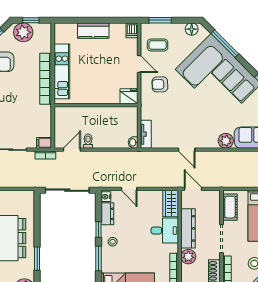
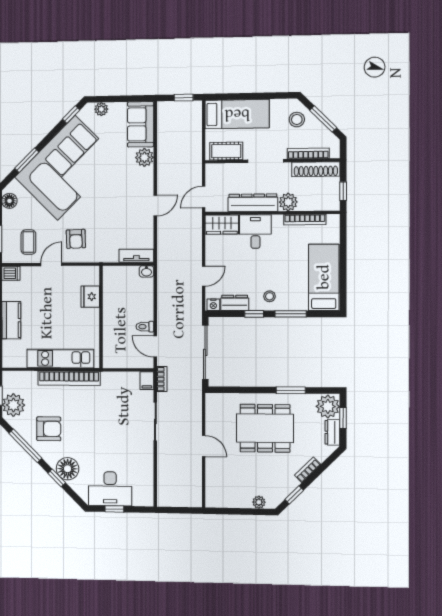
window: (225, 44) -> (27, 160), width x0.69
fridge: (129, 96) -> (90, 297), moved

